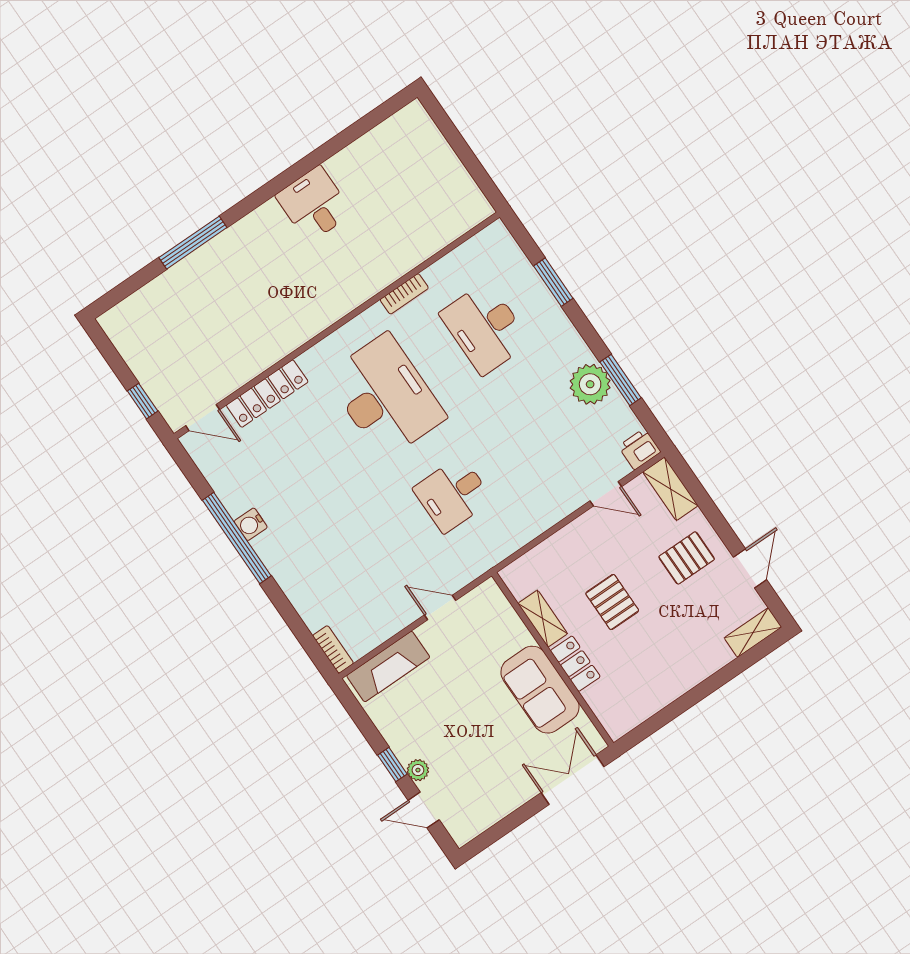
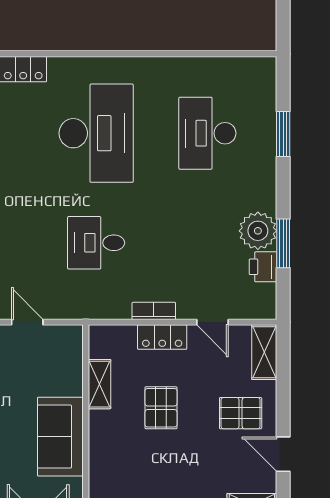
bookcase: (404, 294) -> (154, 311), moved, turned 180
printer: (640, 449) -> (263, 267), moved, turned -90
door: (750, 568) -> (283, 454), swing flipped
locker: (575, 664) -> (162, 337), moved, turned 90

